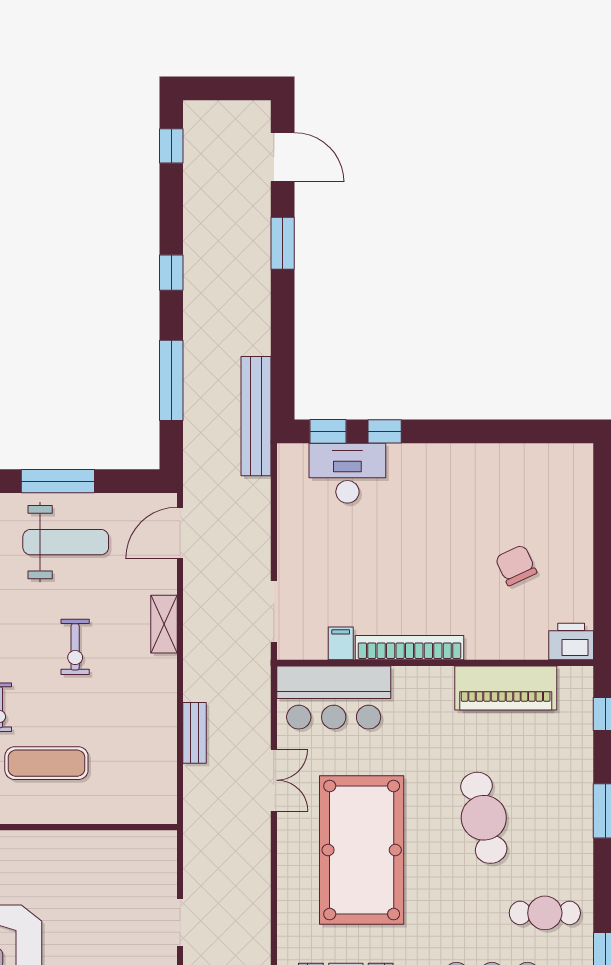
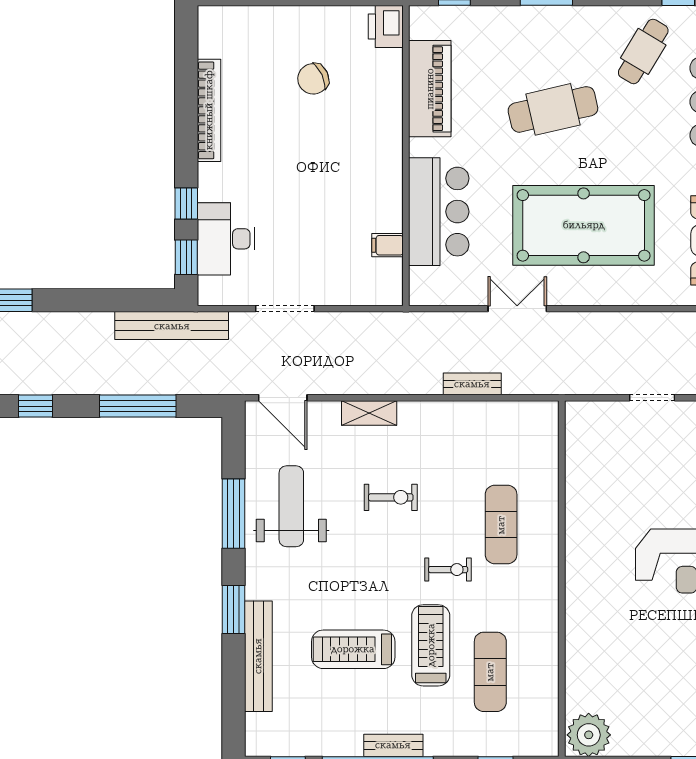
doorway: (274, 612) -> (285, 309), moved
bookcase: (410, 648) -> (209, 110), moved, turned 180
bar counter: (334, 697) -> (439, 212), moved
cafe table: (545, 913) -> (643, 51), turned 31

